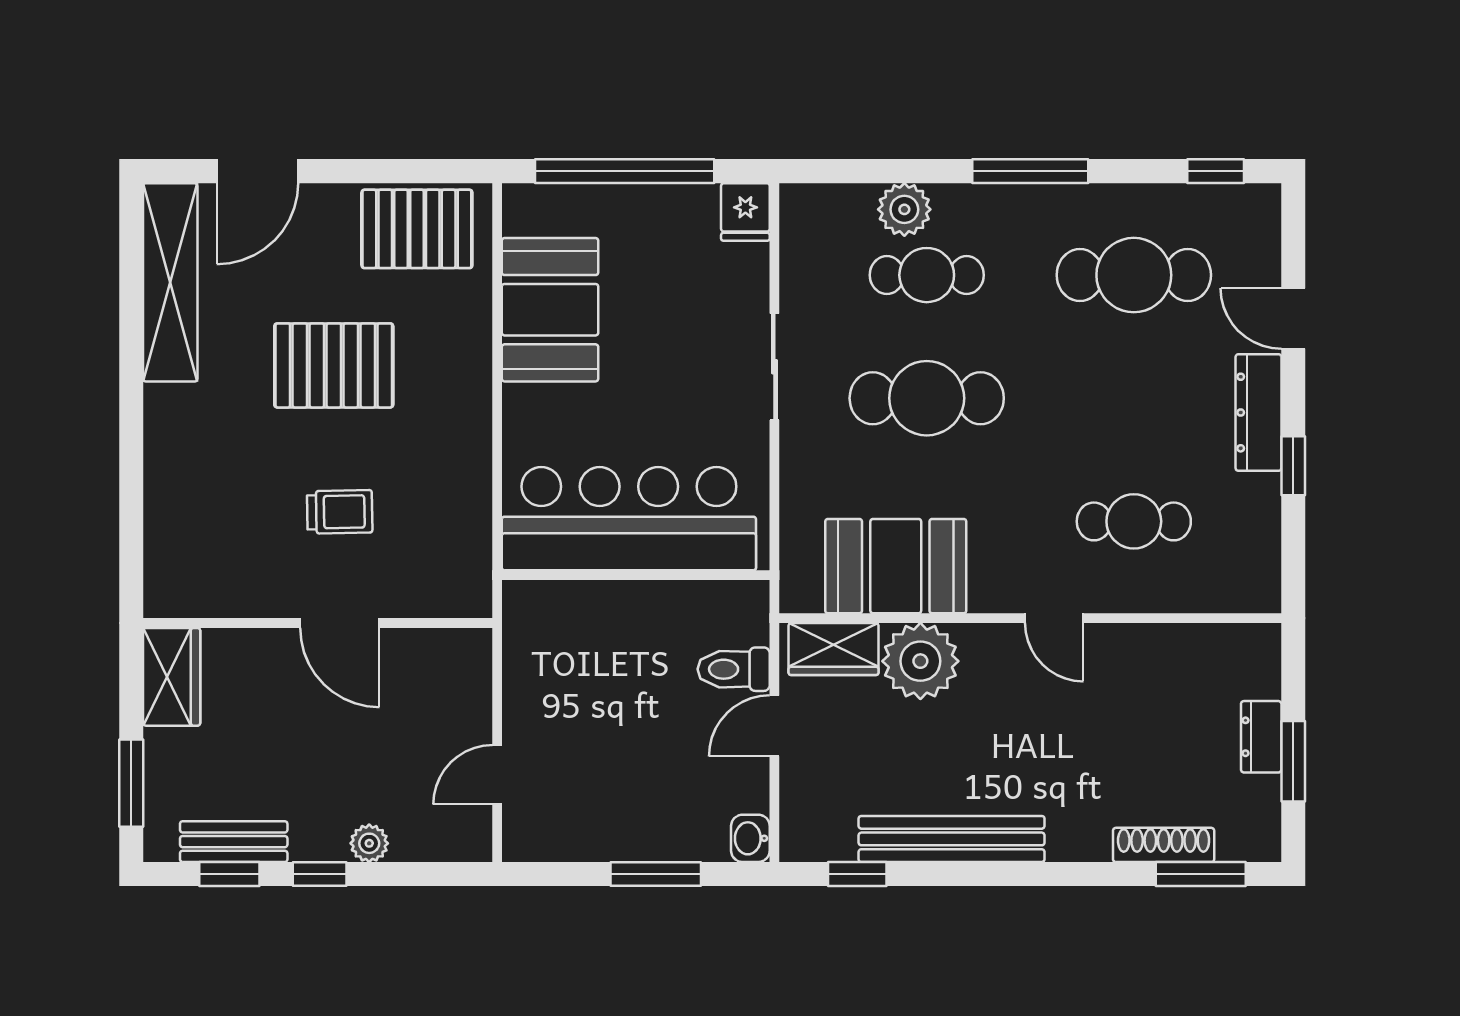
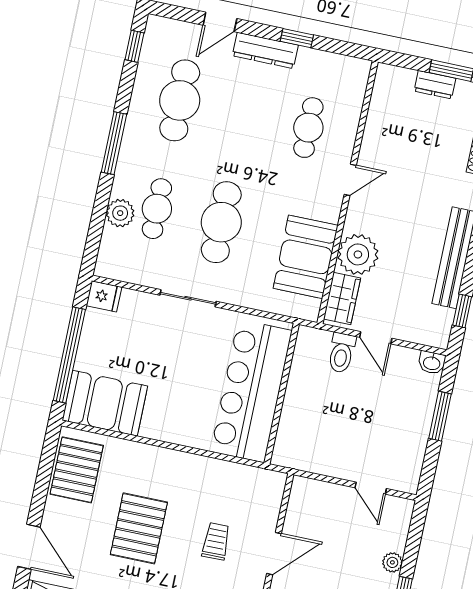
booth: (550, 310) -> (105, 403), moved

